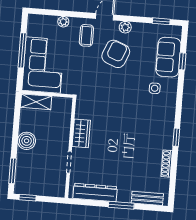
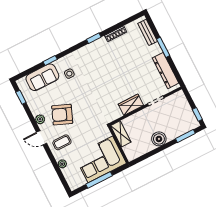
window: (182, 61) -> (50, 60), moved
shelving: (36, 102) -> (121, 134), moved

